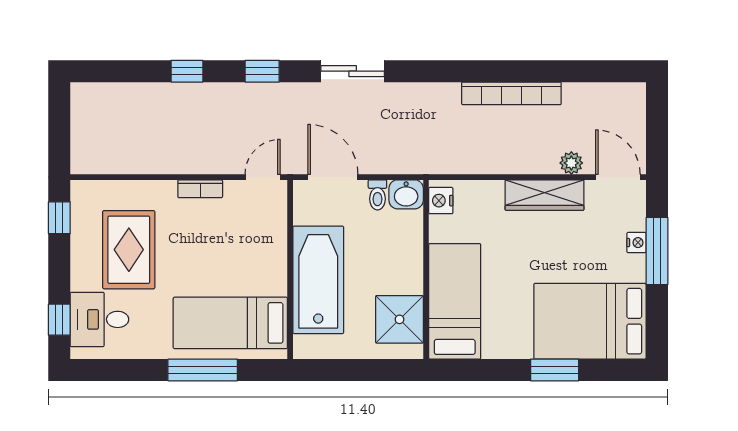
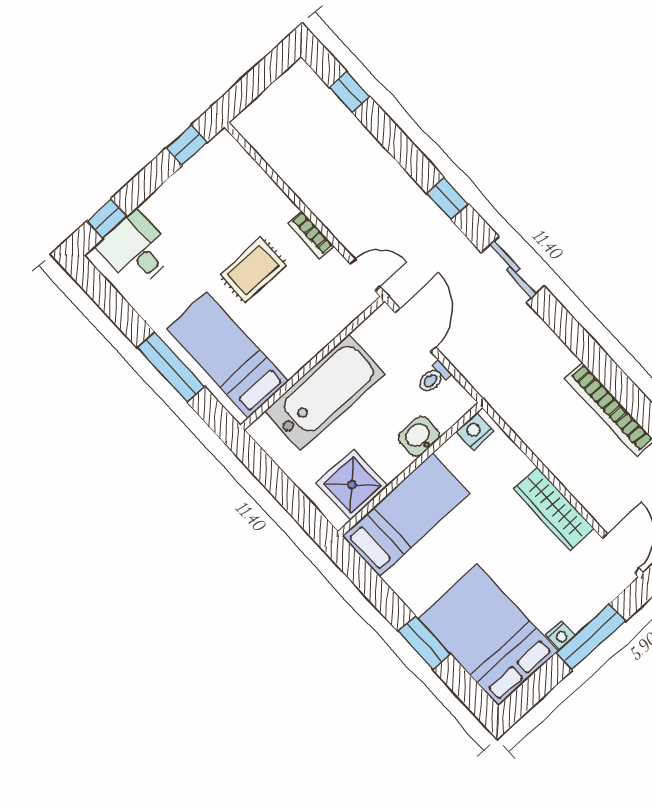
window: (187, 71) -> (350, 92), moved
plant: (571, 163) -> (598, 507), removed
washbasin: (406, 194) -> (419, 437), moved, turned 90
nightstand: (636, 243) -> (560, 635), moved
rug: (129, 250) -> (253, 270), moved, width x0.73, depth x0.70

